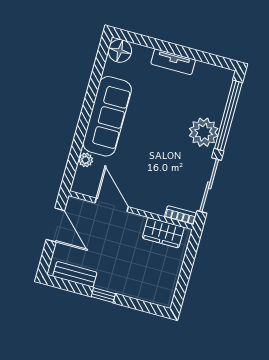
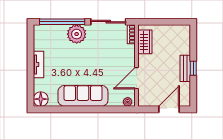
plant: (86, 160) -> (128, 102), moved
door: (55, 225) -> (169, 109), moved
bench: (75, 274) -> (185, 68), moved

